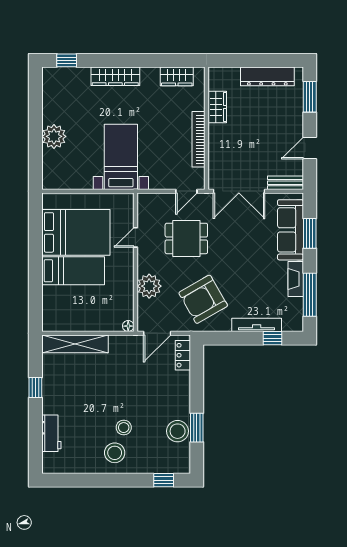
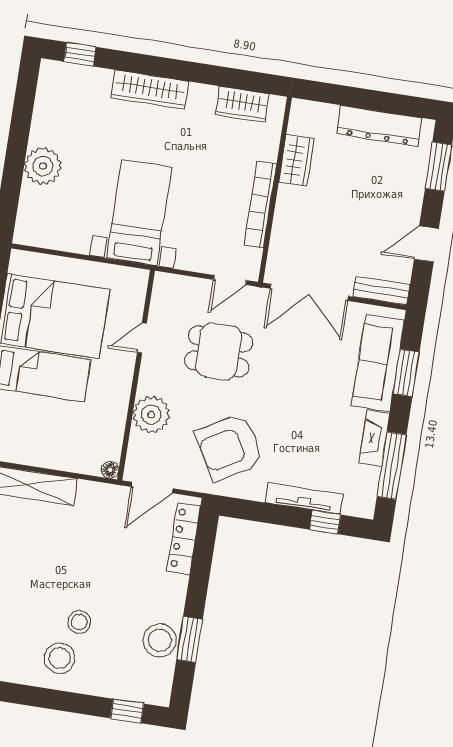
locker: (183, 355) -> (184, 539), width x1.53

